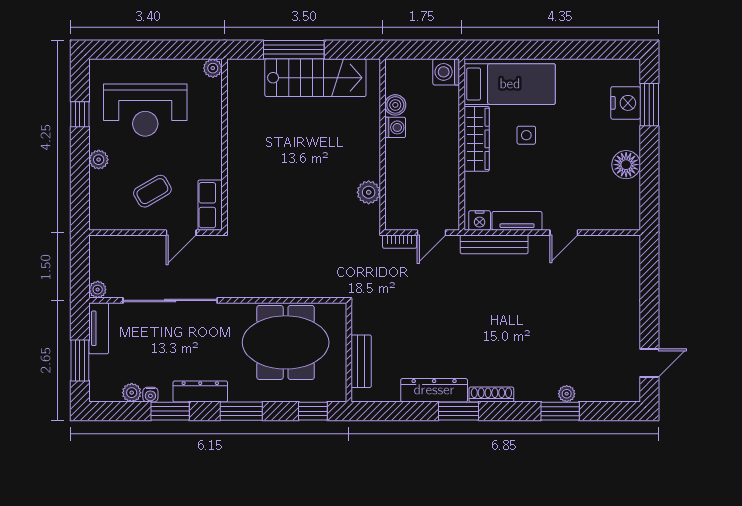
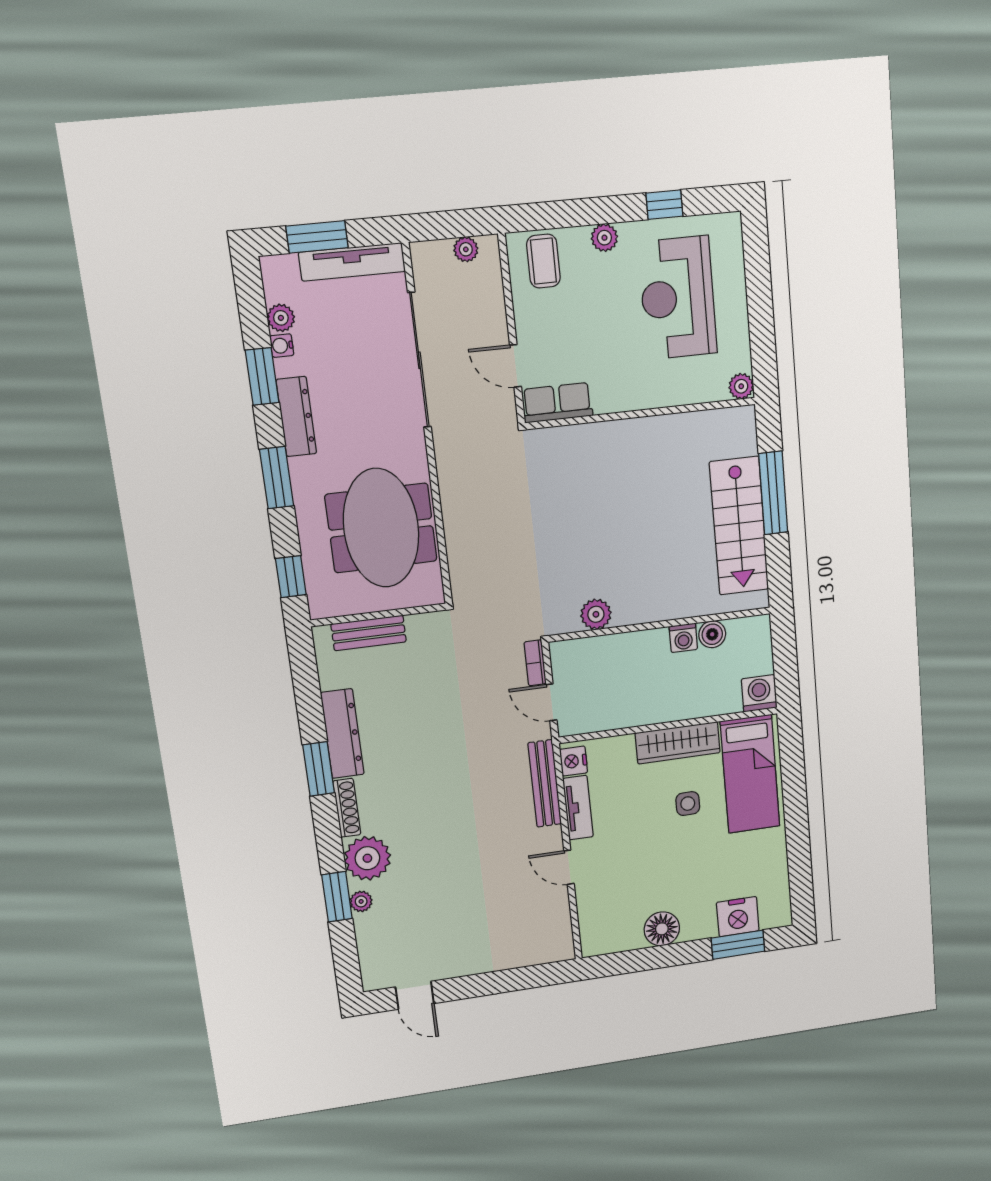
coffee table: (152, 191) -> (543, 261), moved, turned 30
plant: (98, 290) -> (466, 249), moved
tv unit: (99, 328) -> (352, 262), width x1.41
plant: (533, 385) -> (367, 858), added

